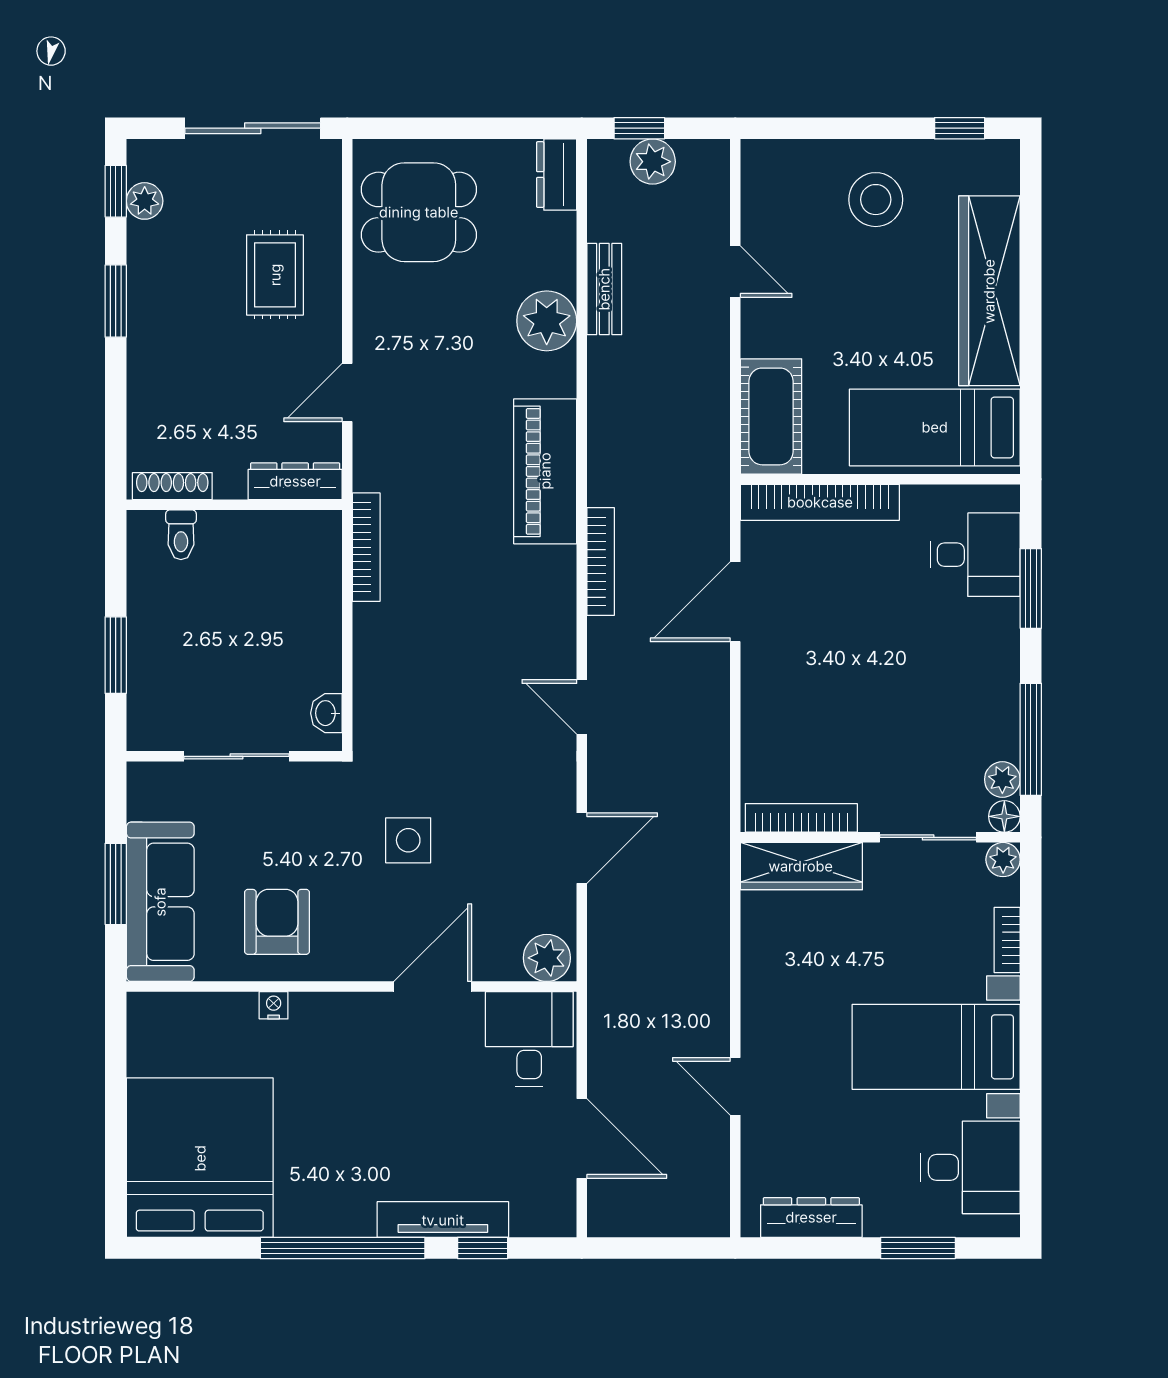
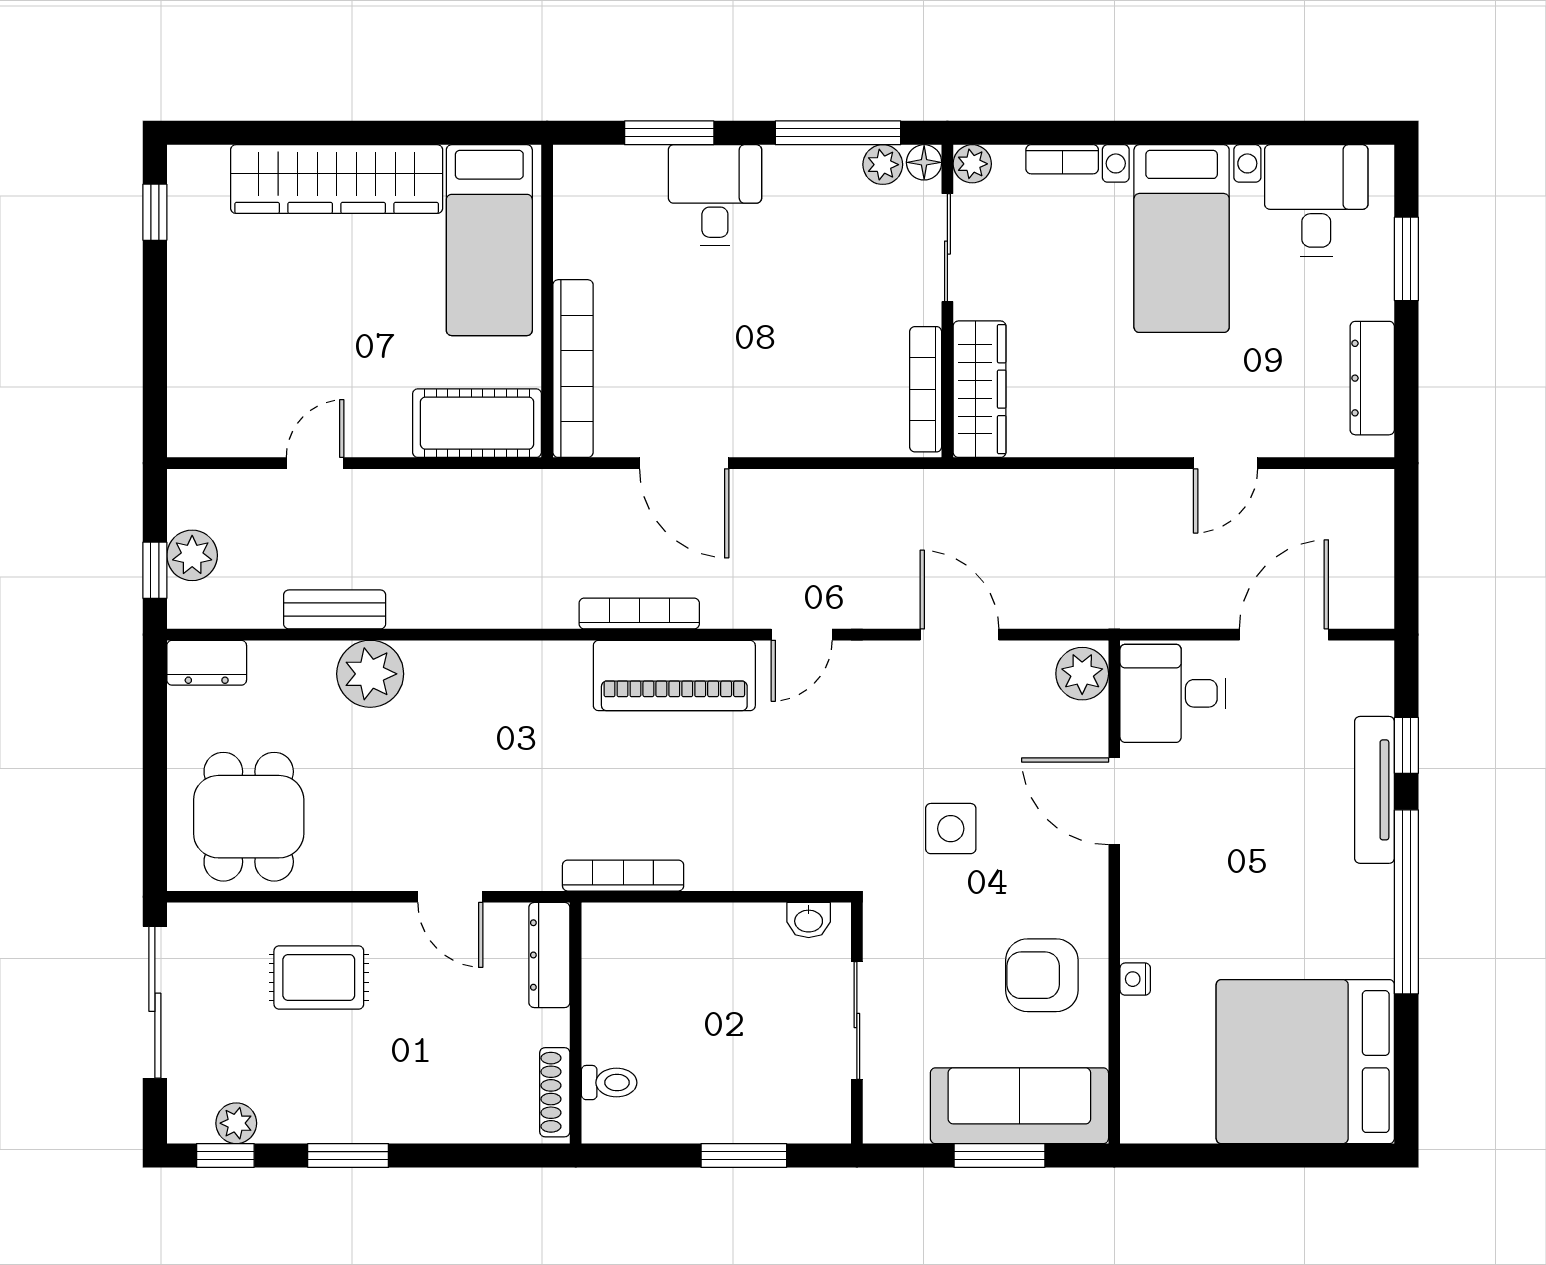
stool: (876, 200) -> (235, 306), removed
piano: (545, 471) -> (674, 676), moved
desk: (975, 555) -> (715, 195), moved

